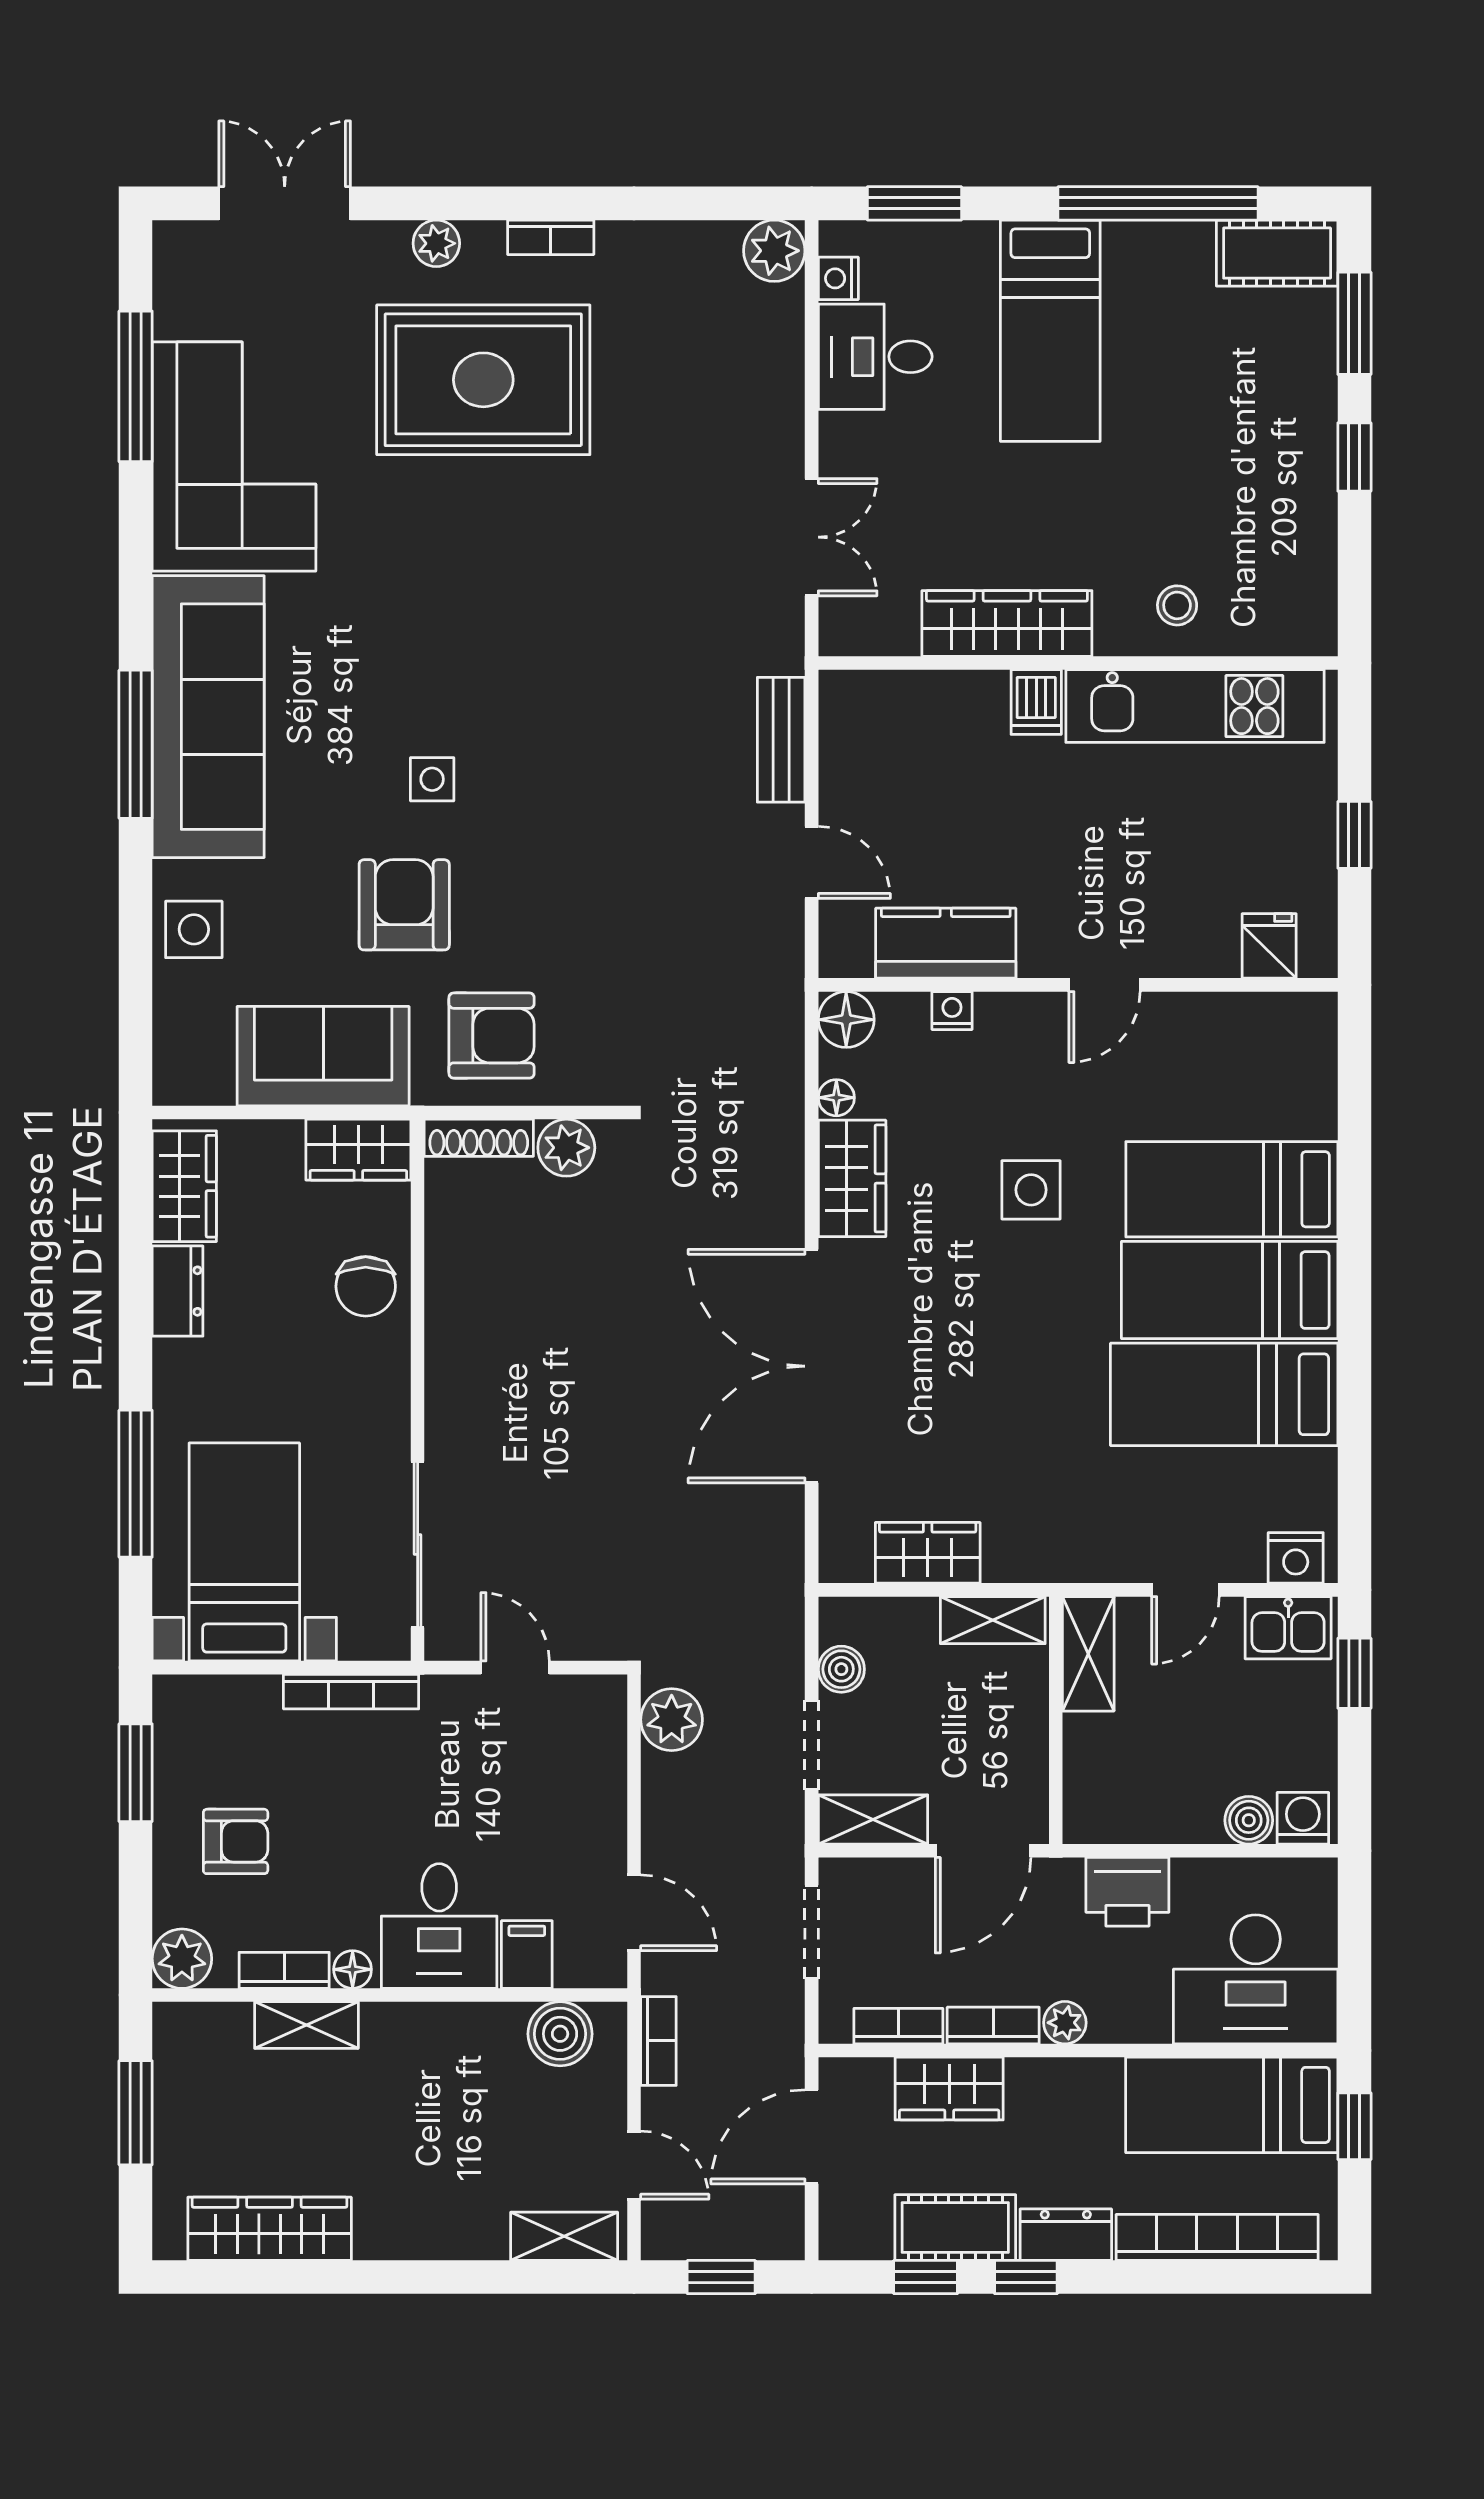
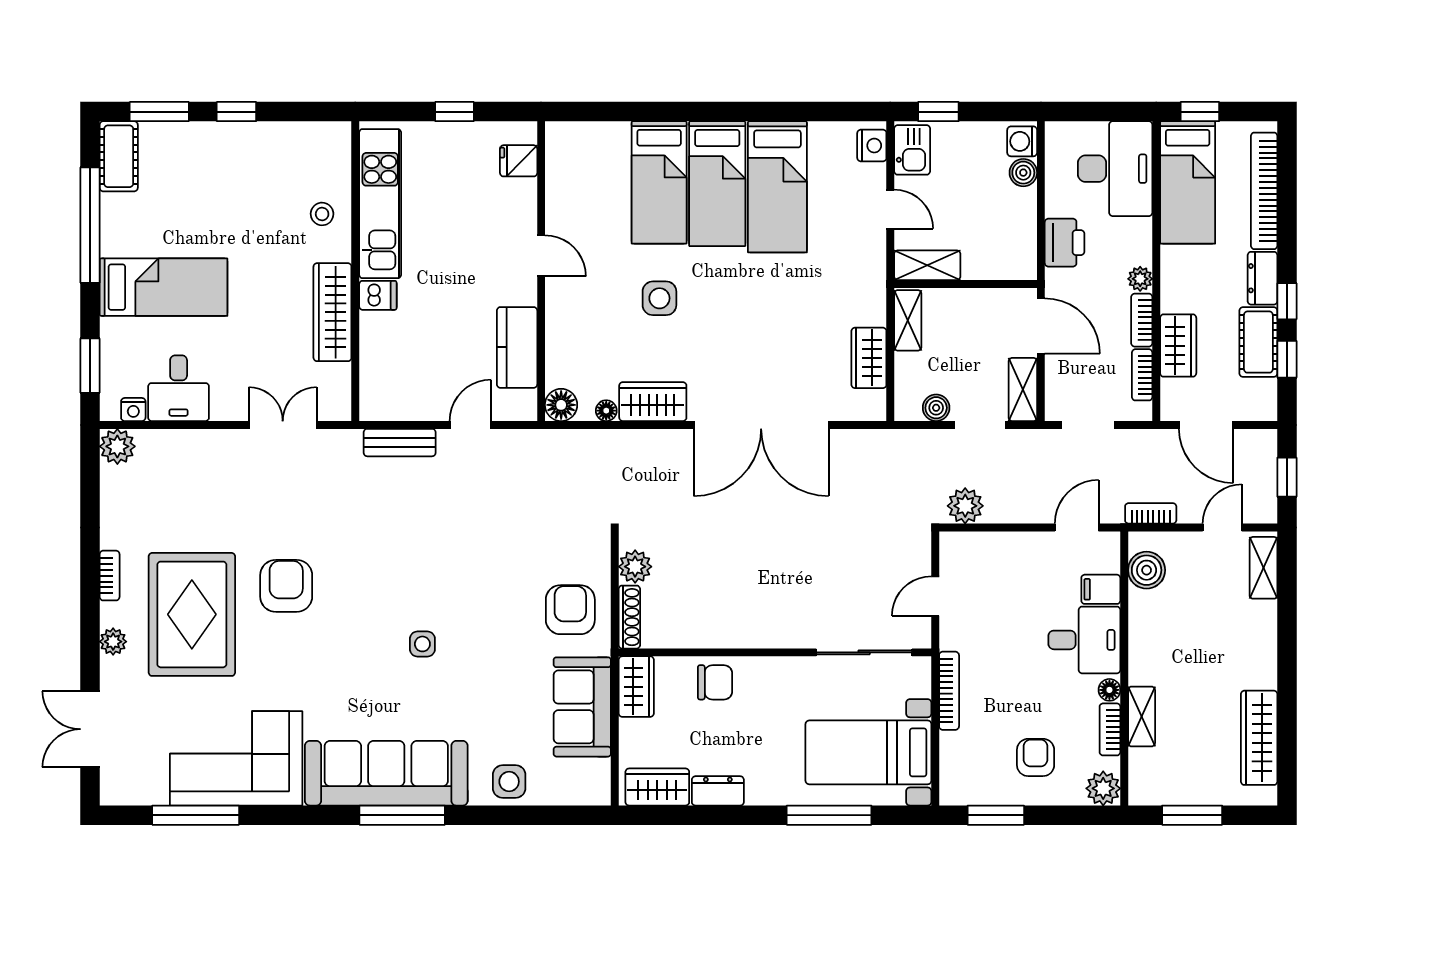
armchair: (404, 905) -> (286, 586), moved, turned 90
nightstand: (952, 1011) -> (556, 344), removed

